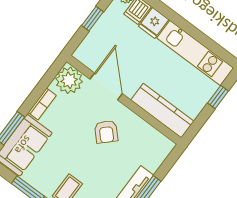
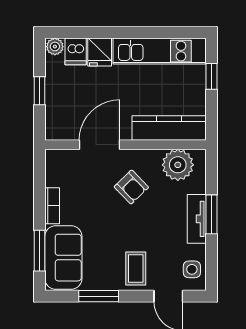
plant: (69, 80) -> (178, 165), moved
door: (106, 86) -> (100, 145), hinge flipped

